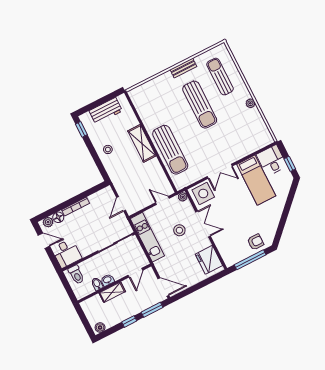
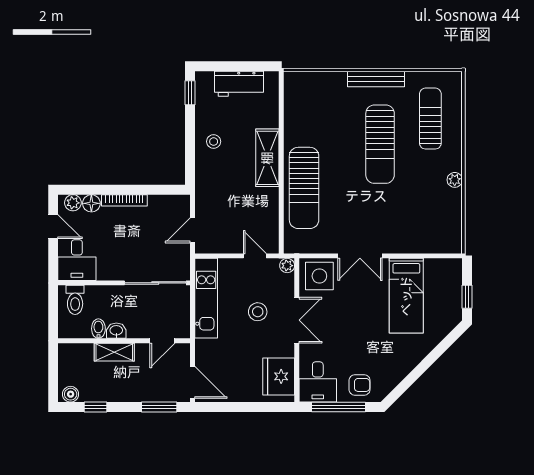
bench: (183, 68) -> (376, 79), width x1.36
desk: (272, 160) -> (318, 382), moved, turned 180
window: (129, 321) -> (95, 407), moved

